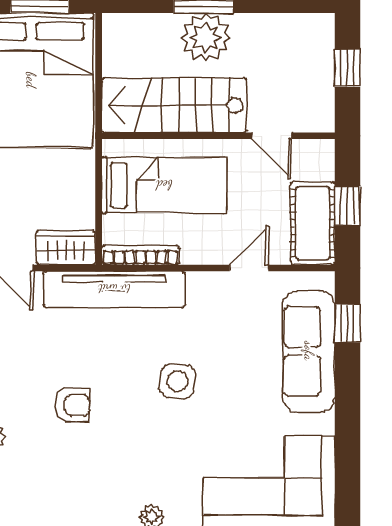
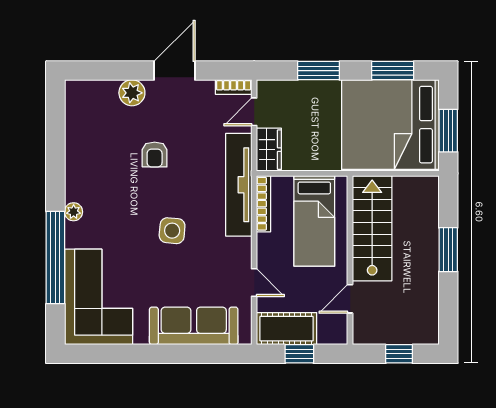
plant: (206, 38) -> (421, 251), removed
window: (347, 323) -> (214, 354), removed

